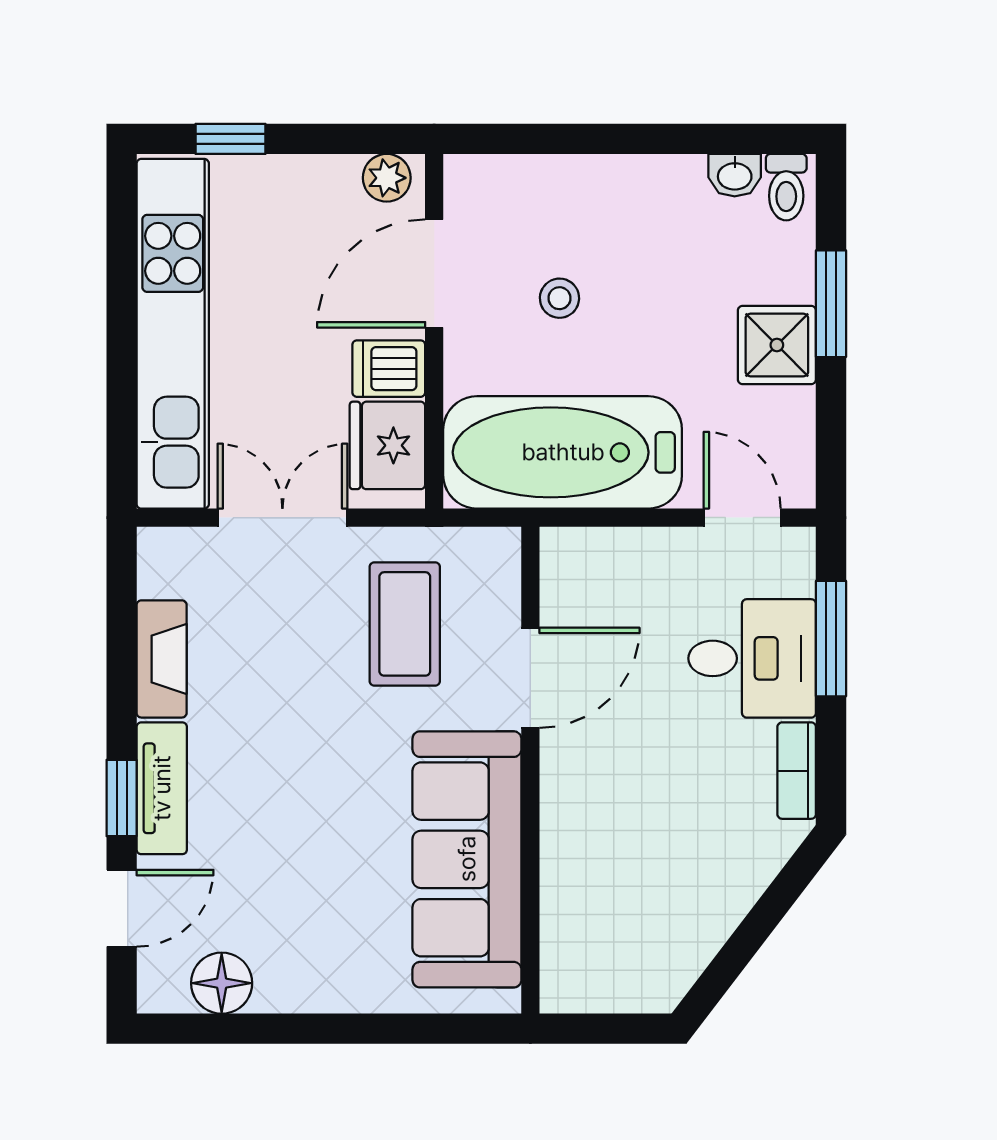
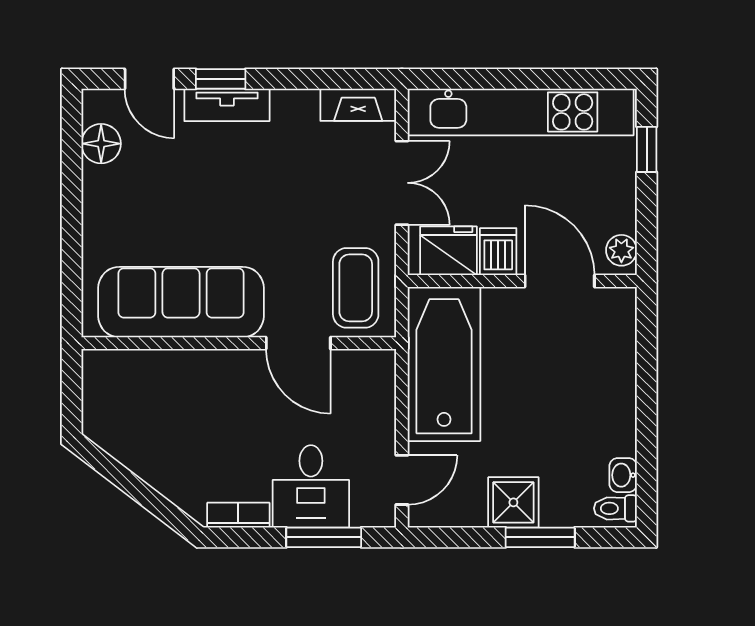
stool: (559, 298) -> (544, 362), removed
coffee table: (405, 624) -> (356, 288), moved, turned 90
fireplace: (162, 659) -> (358, 105), moved

